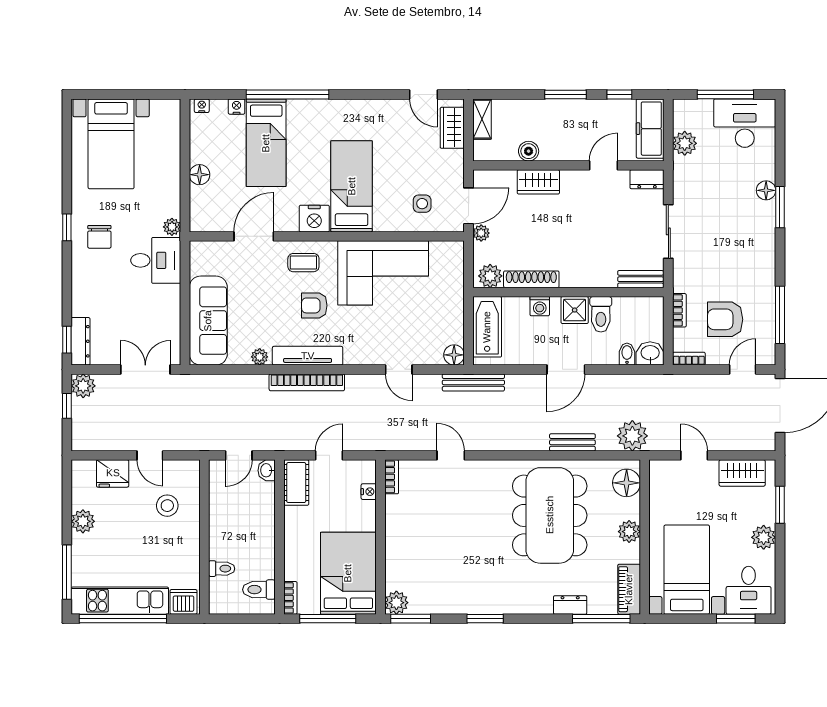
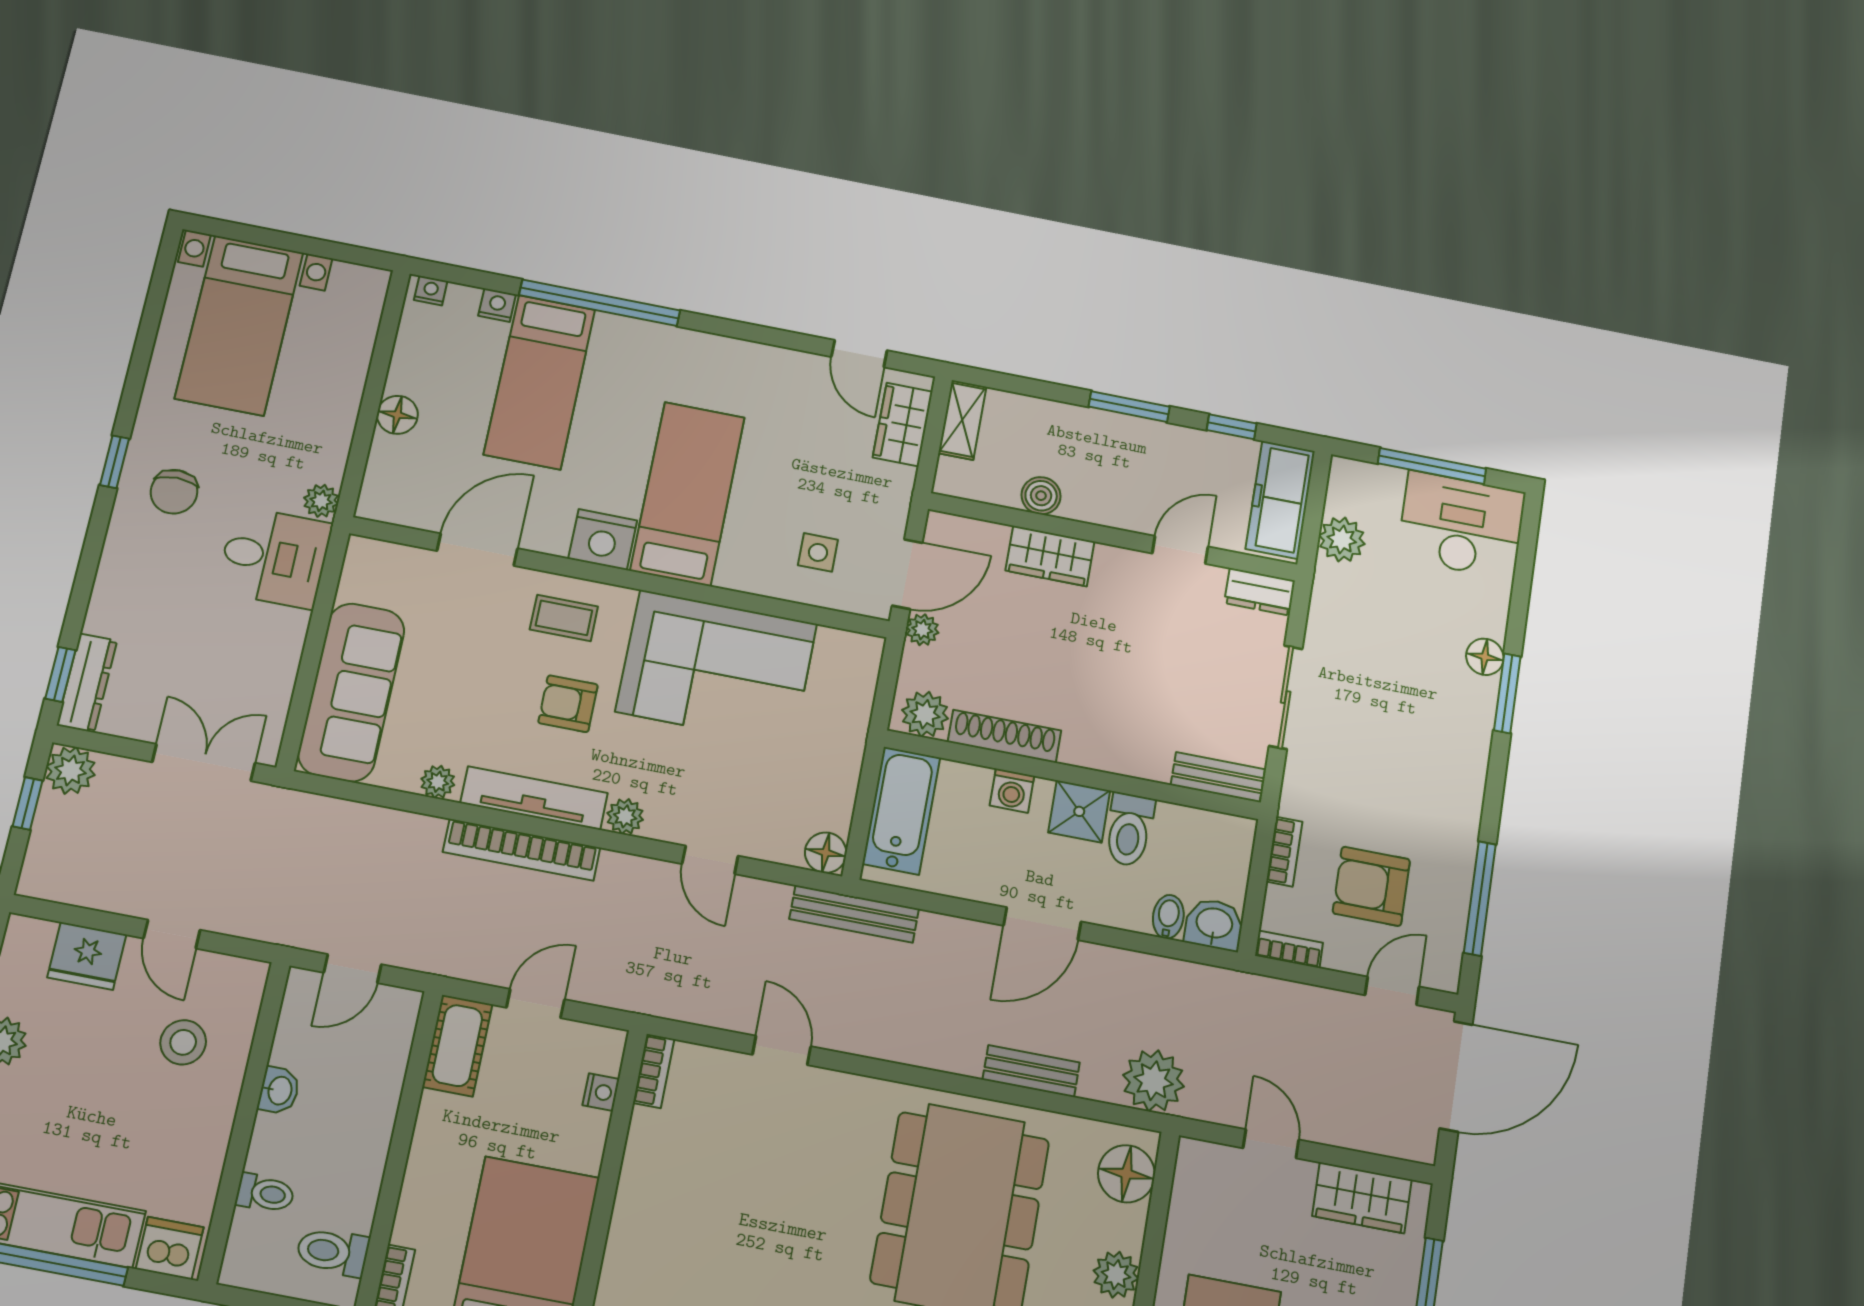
plant: (353, 356) -> (625, 816), added
washbasin: (267, 470) -> (279, 1090), moved, turned 180

